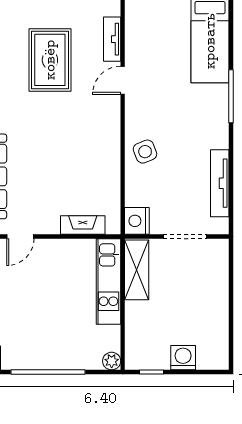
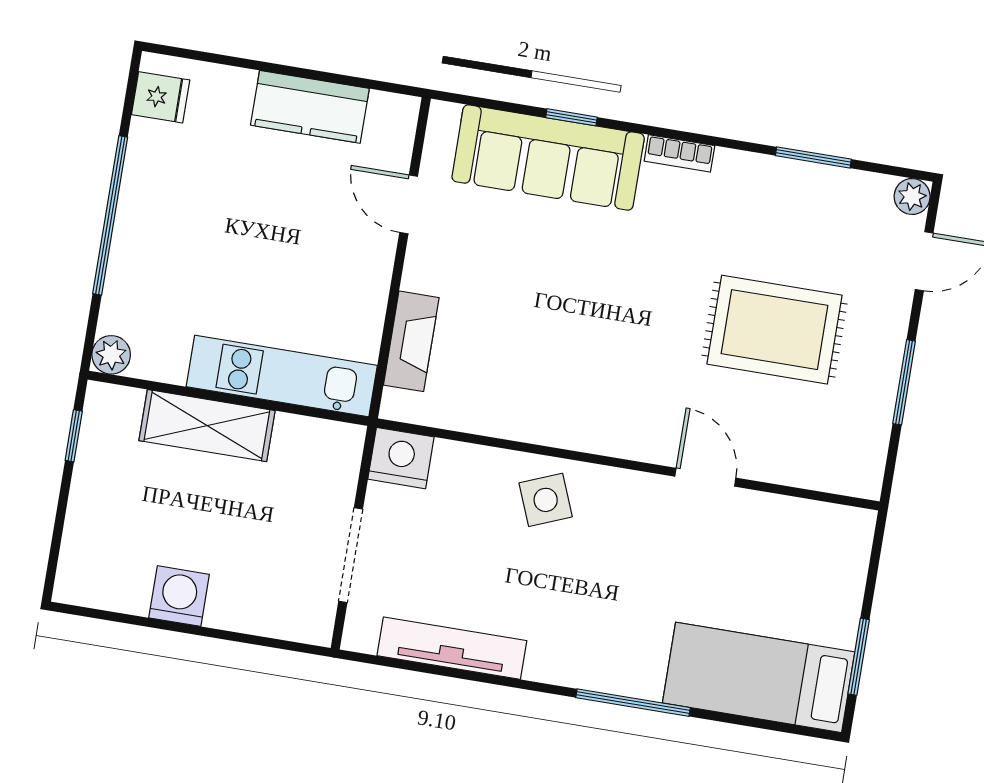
tv unit: (112, 39) -> (797, 469), removed
shelving: (137, 270) -> (207, 426), moved
washing machine: (183, 358) -> (179, 596), moved, turned -90

